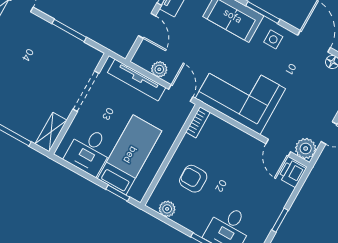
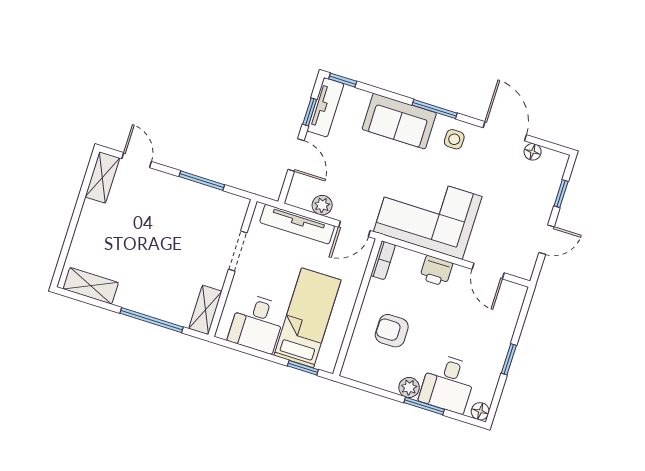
doorway: (86, 91) -> (238, 251), width x0.73
door: (181, 93) -> (354, 229), swing flipped
plant: (306, 149) -> (522, 265), removed
printer: (292, 173) -> (436, 271), moved, turned -90
plant: (167, 209) -> (409, 387), moved

